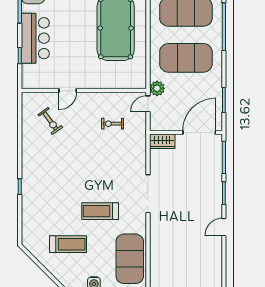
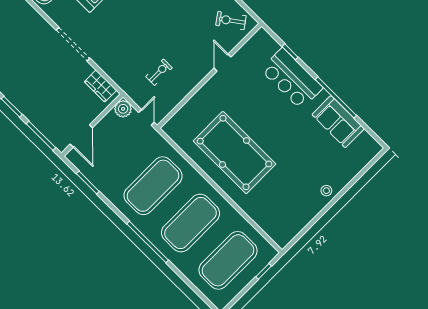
plant: (157, 88) -> (123, 109), moved
exercise bike: (50, 121) -> (231, 21), moved
door: (199, 132) -> (81, 136), width x0.73
wardrobe: (162, 141) -> (100, 86), moved, turned -90

